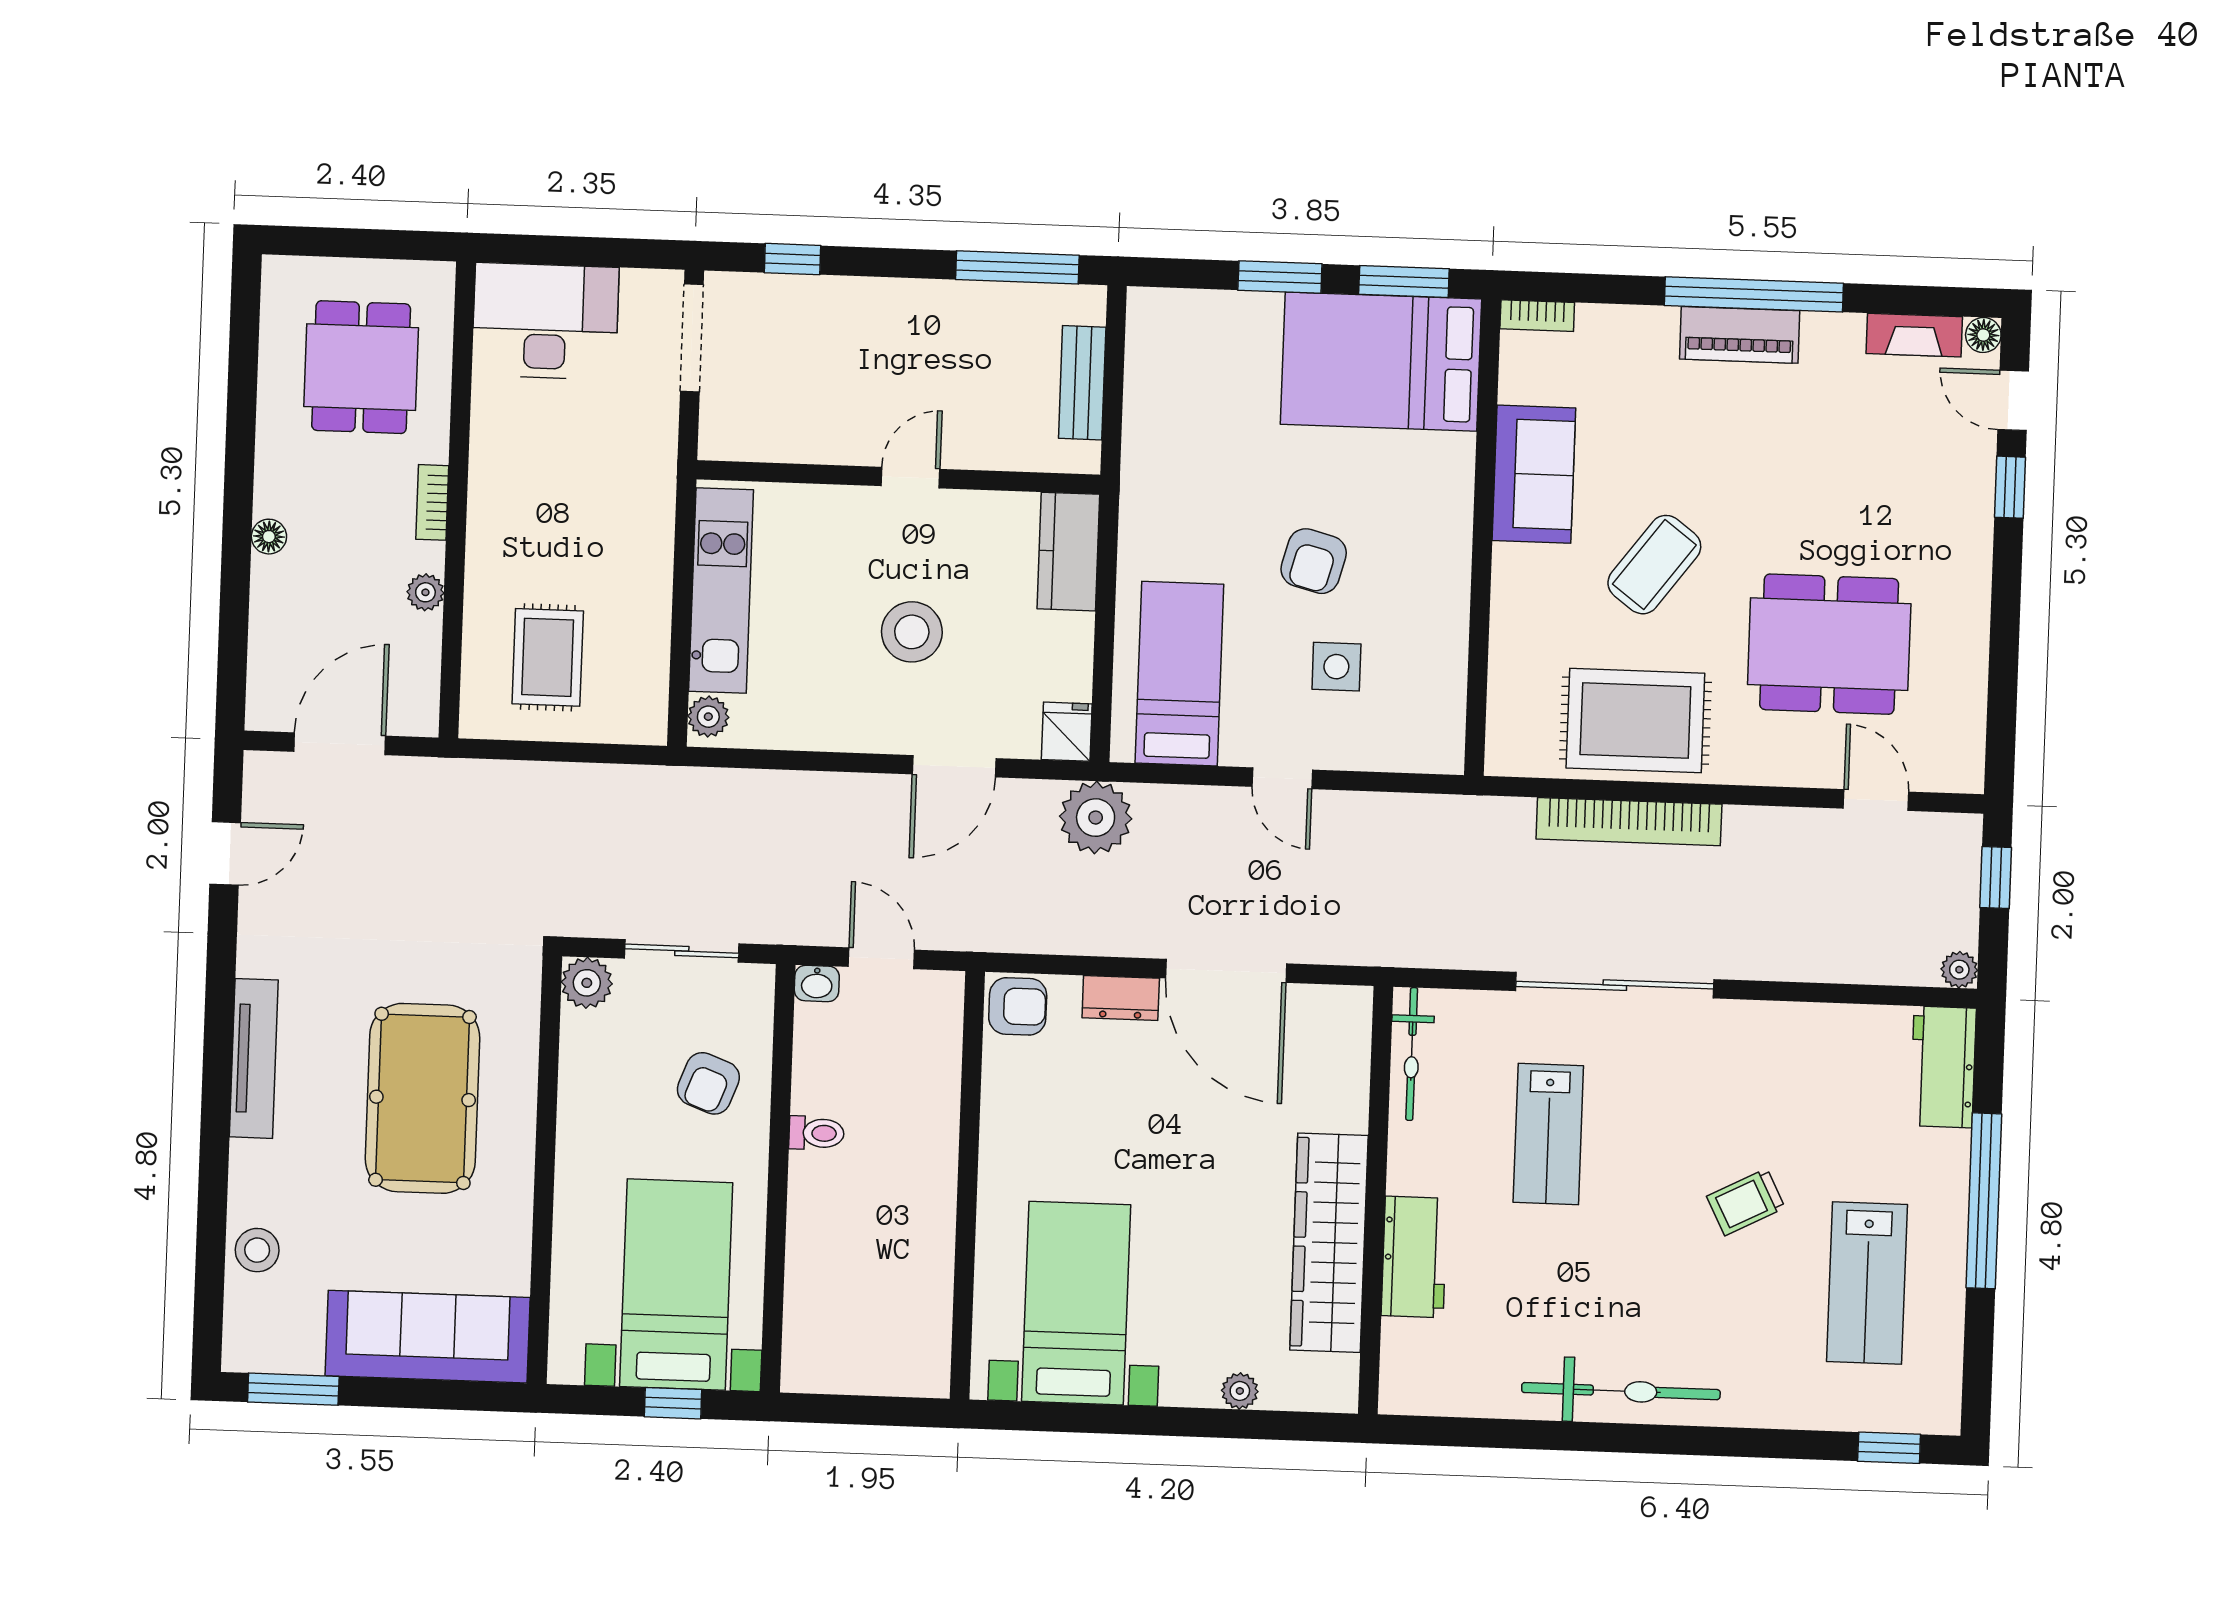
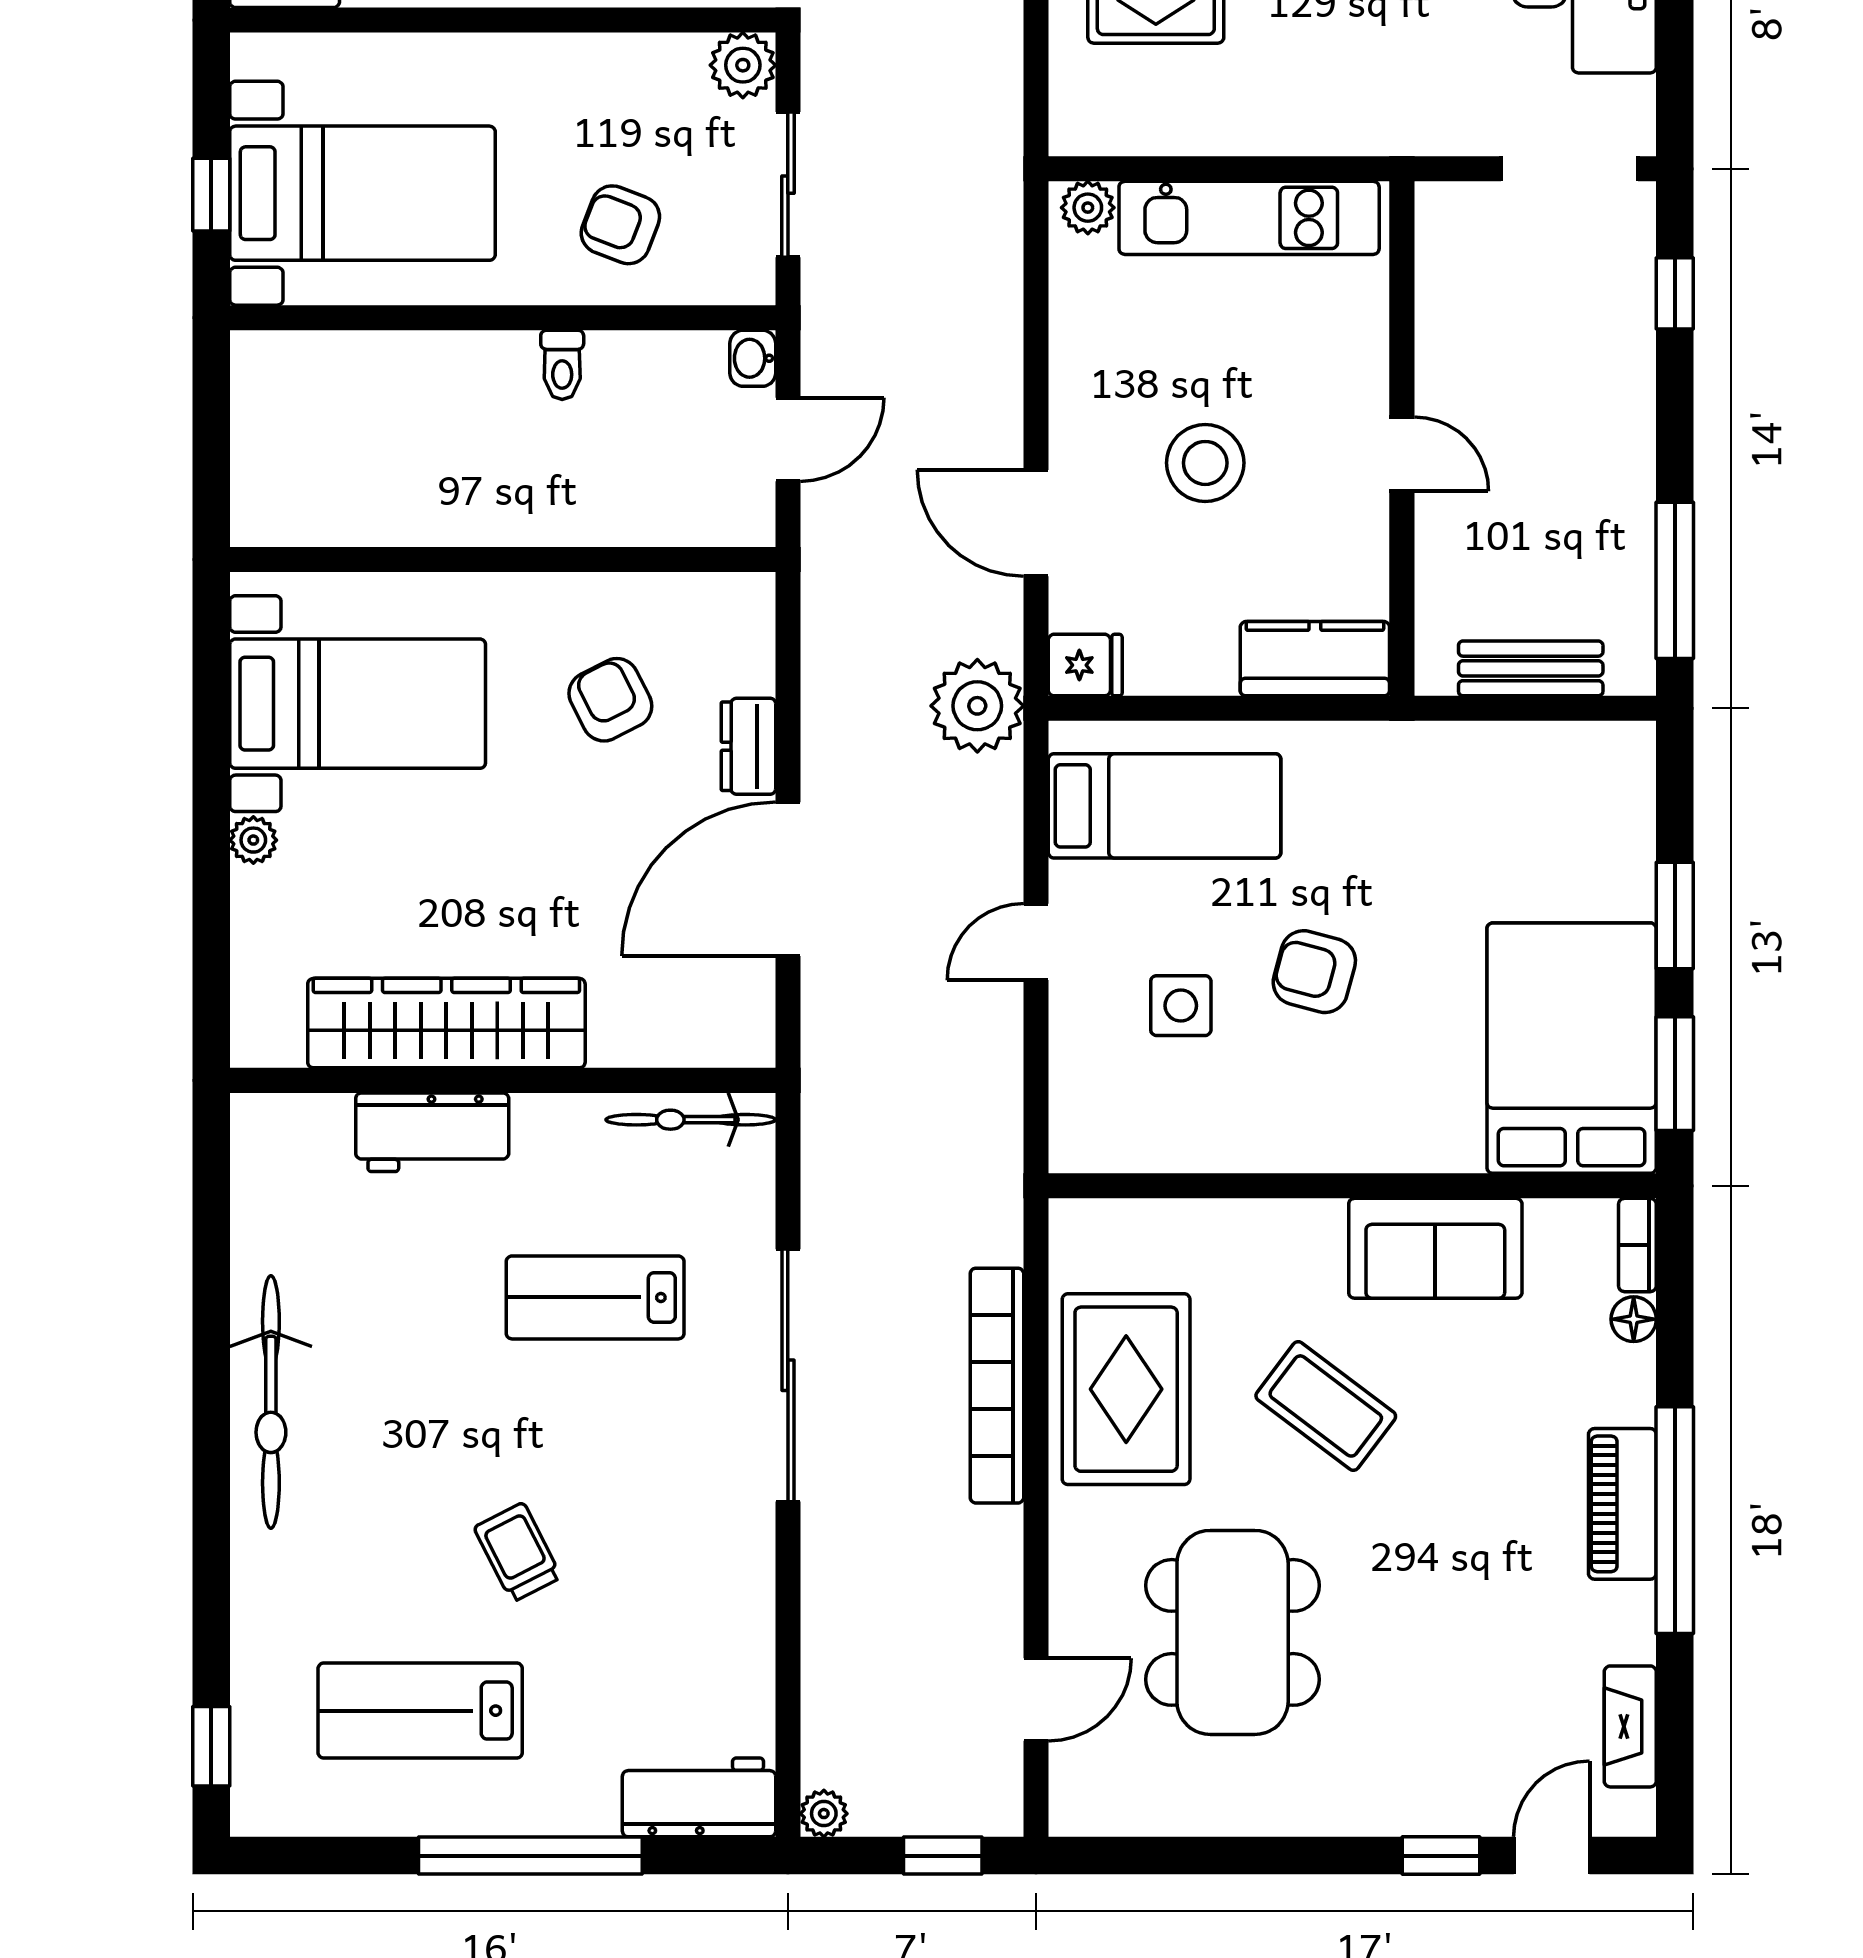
floor lamp: (1983, 335) -> (1634, 1319), moved
armchair: (1018, 1006) -> (610, 700), moved, turned 153
plant: (1240, 1391) -> (253, 840), moved

